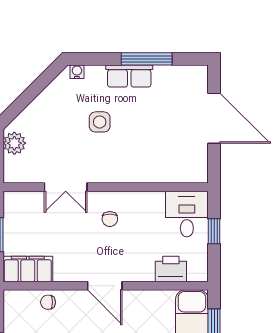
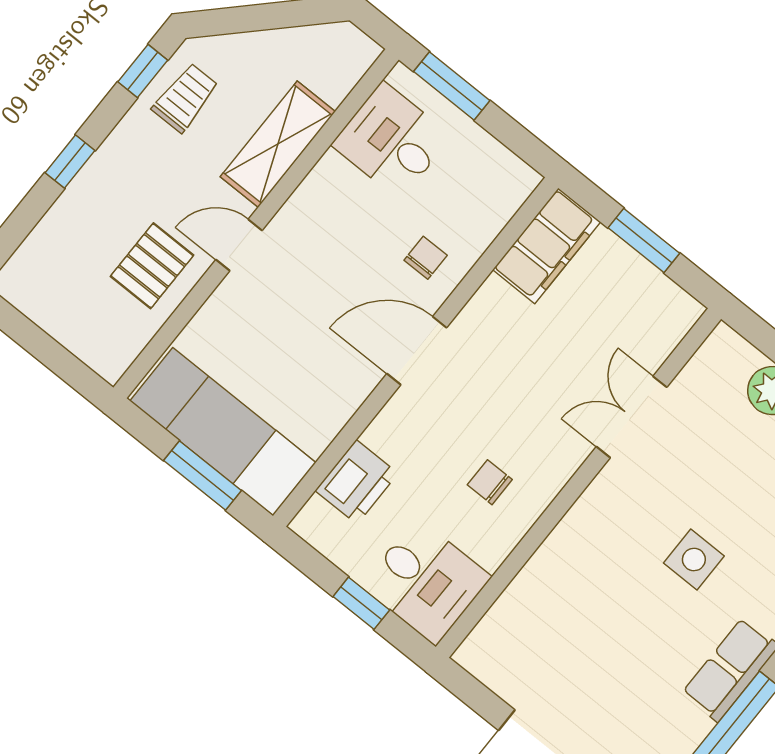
chair: (110, 219) -> (490, 482), moved
chair: (48, 302) -> (426, 258), moved

